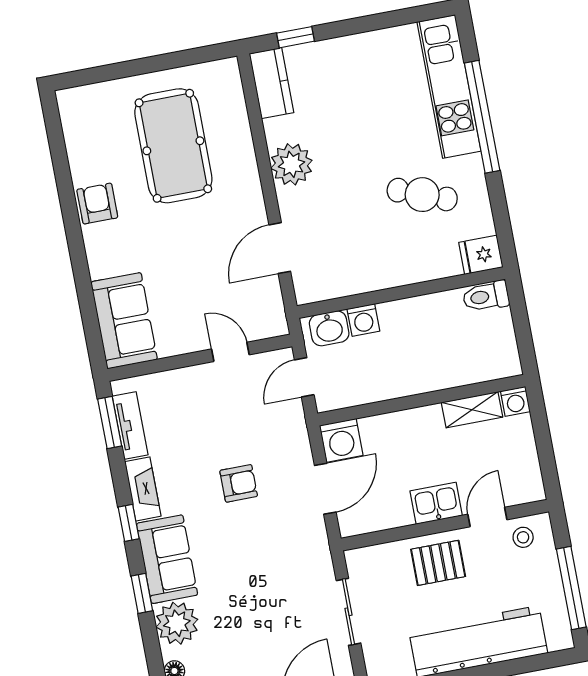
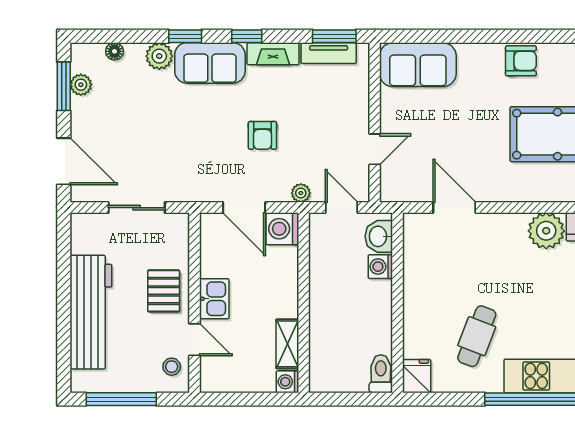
plant: (291, 164) -> (546, 231), moved
plant: (296, 427) -> (301, 193), added
plant: (177, 623) -> (159, 56), width x0.73, depth x0.73

